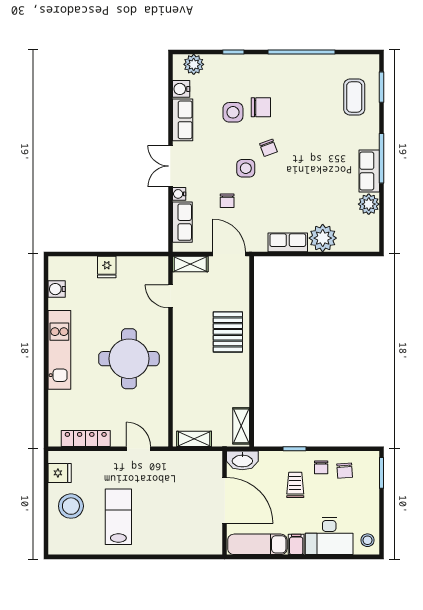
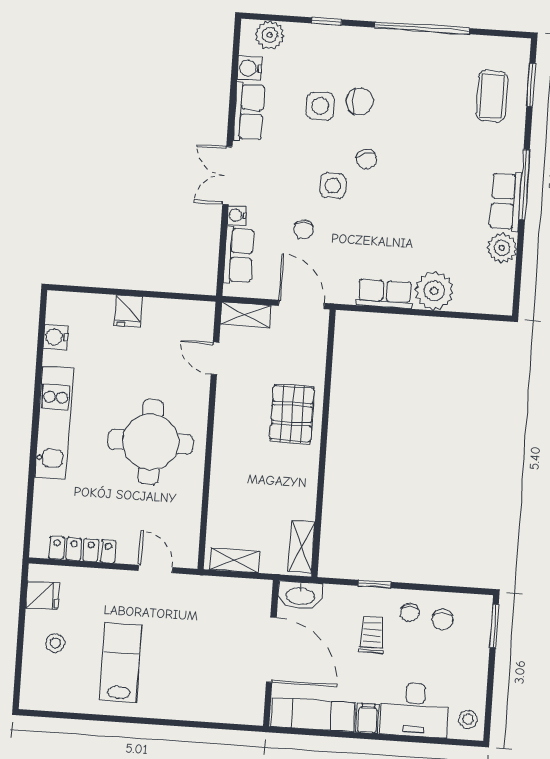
stool: (71, 506) -> (55, 643), width x0.53, depth x0.53

